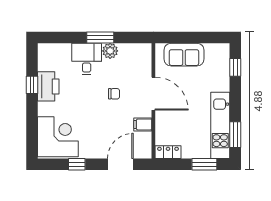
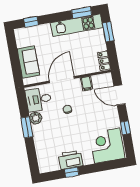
desk: (87, 59) -> (39, 99), moved

